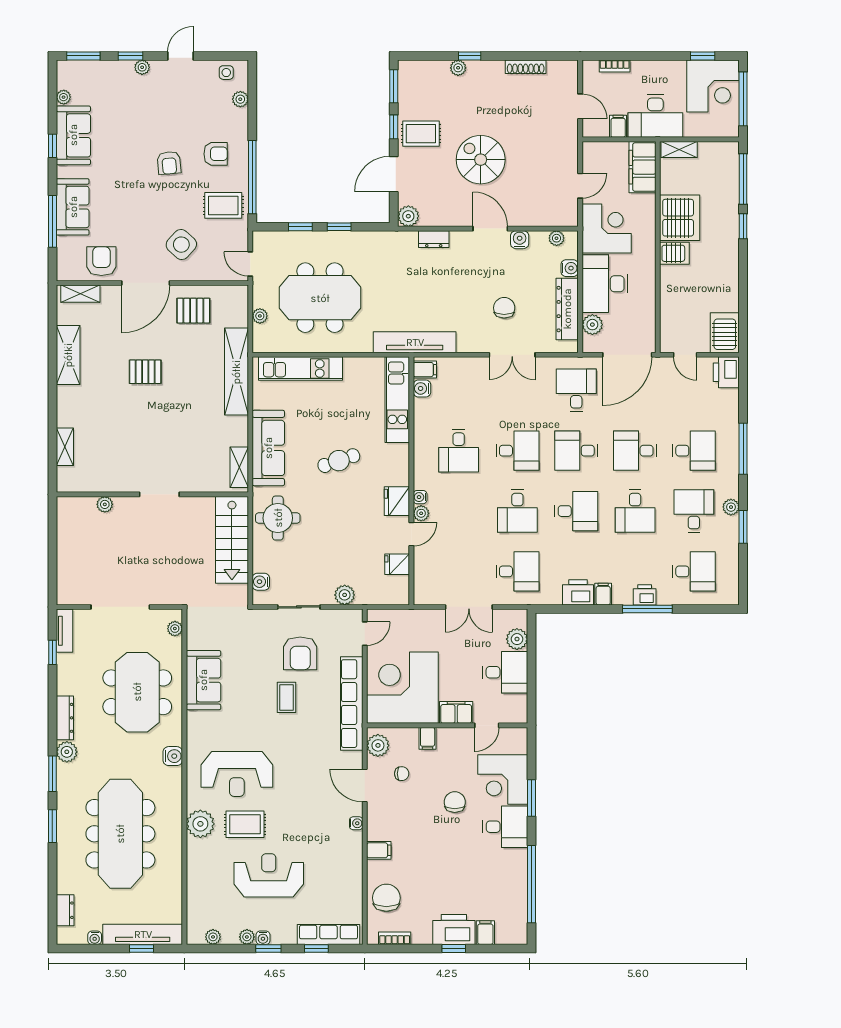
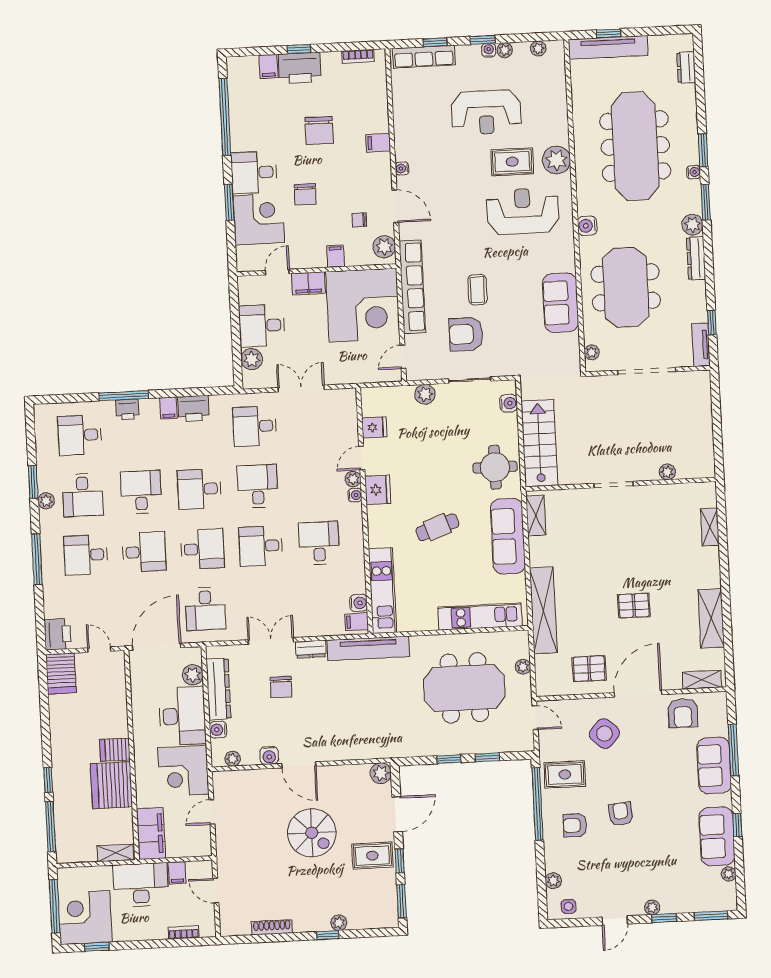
dresser: (434, 239) -> (311, 649), moved, turned 180
armchair: (300, 653) -> (466, 334), turned -90
chair: (386, 898) -> (319, 131), moved
water cooler: (95, 938) -> (694, 172), moved, turned 90

